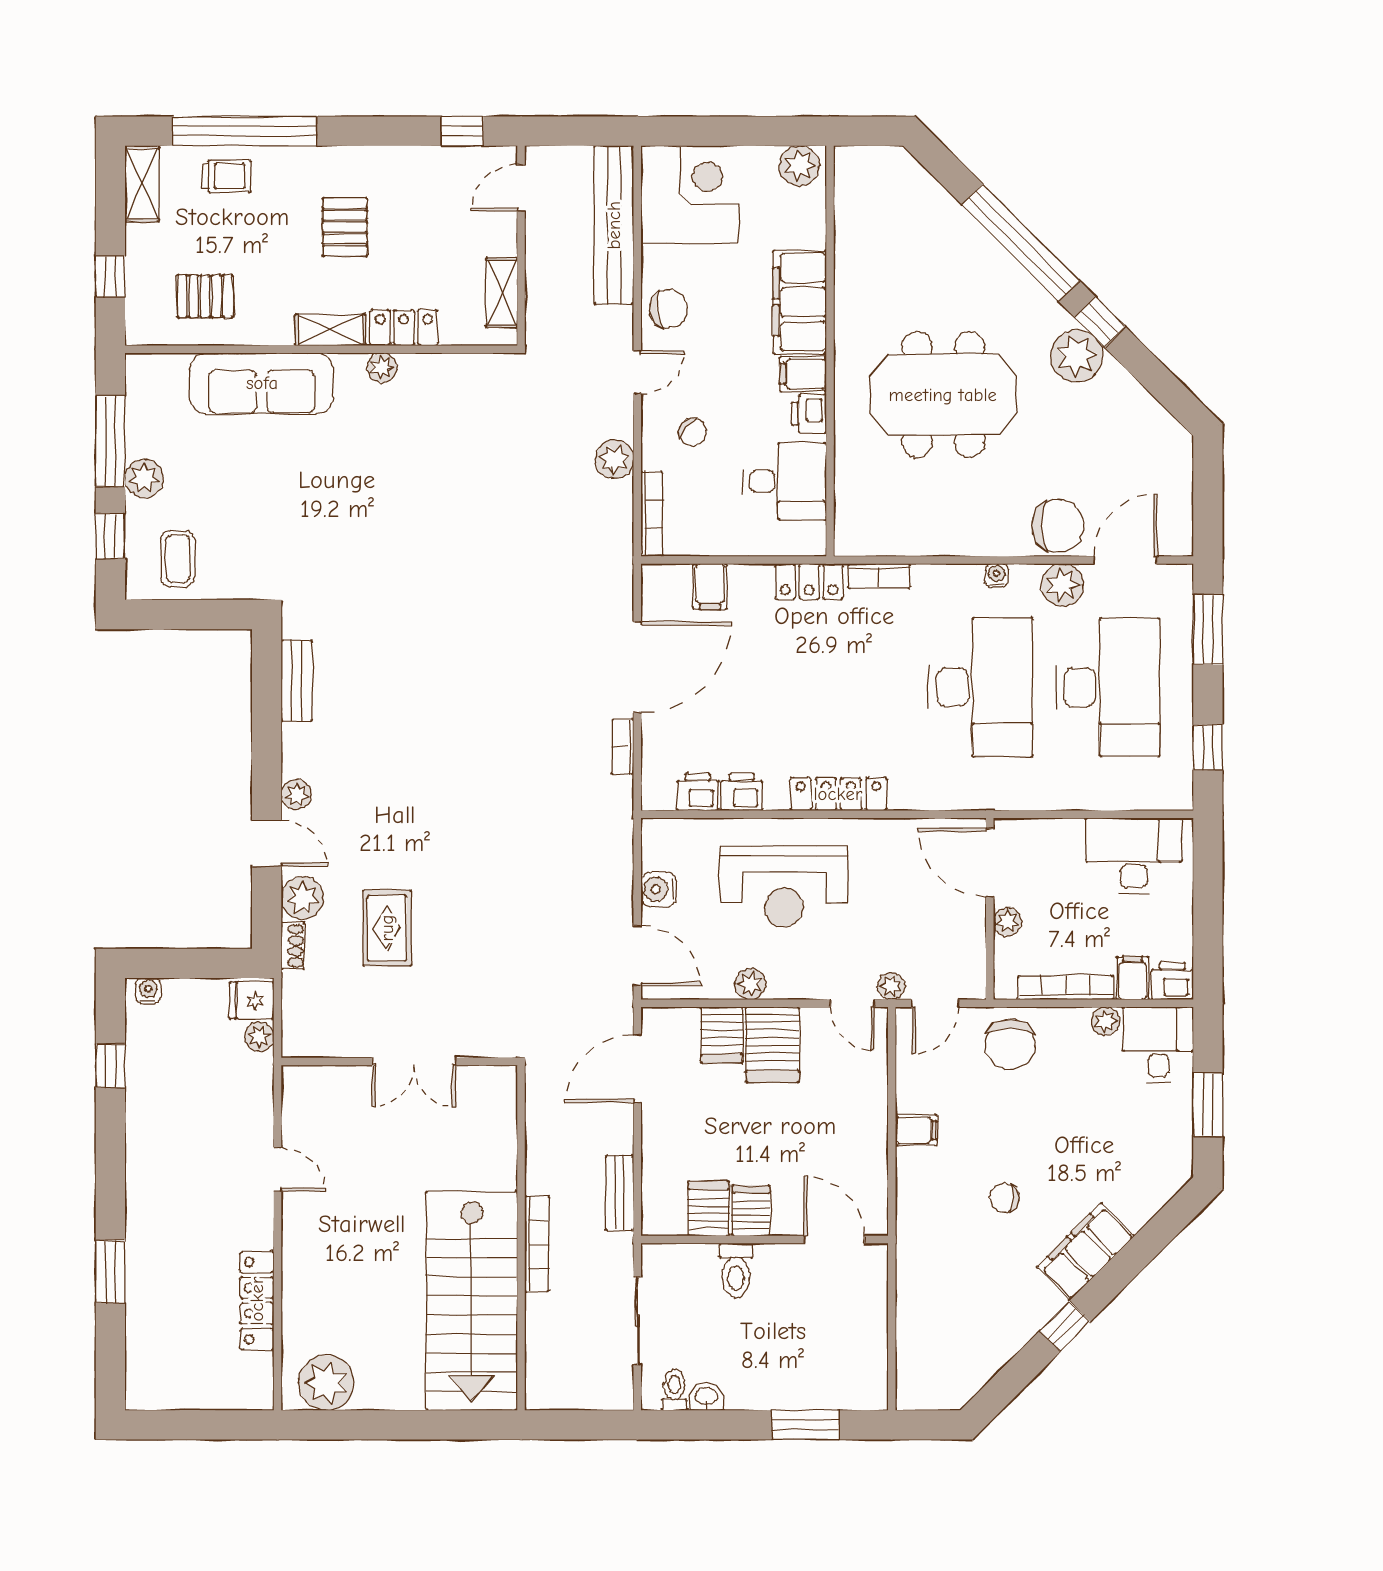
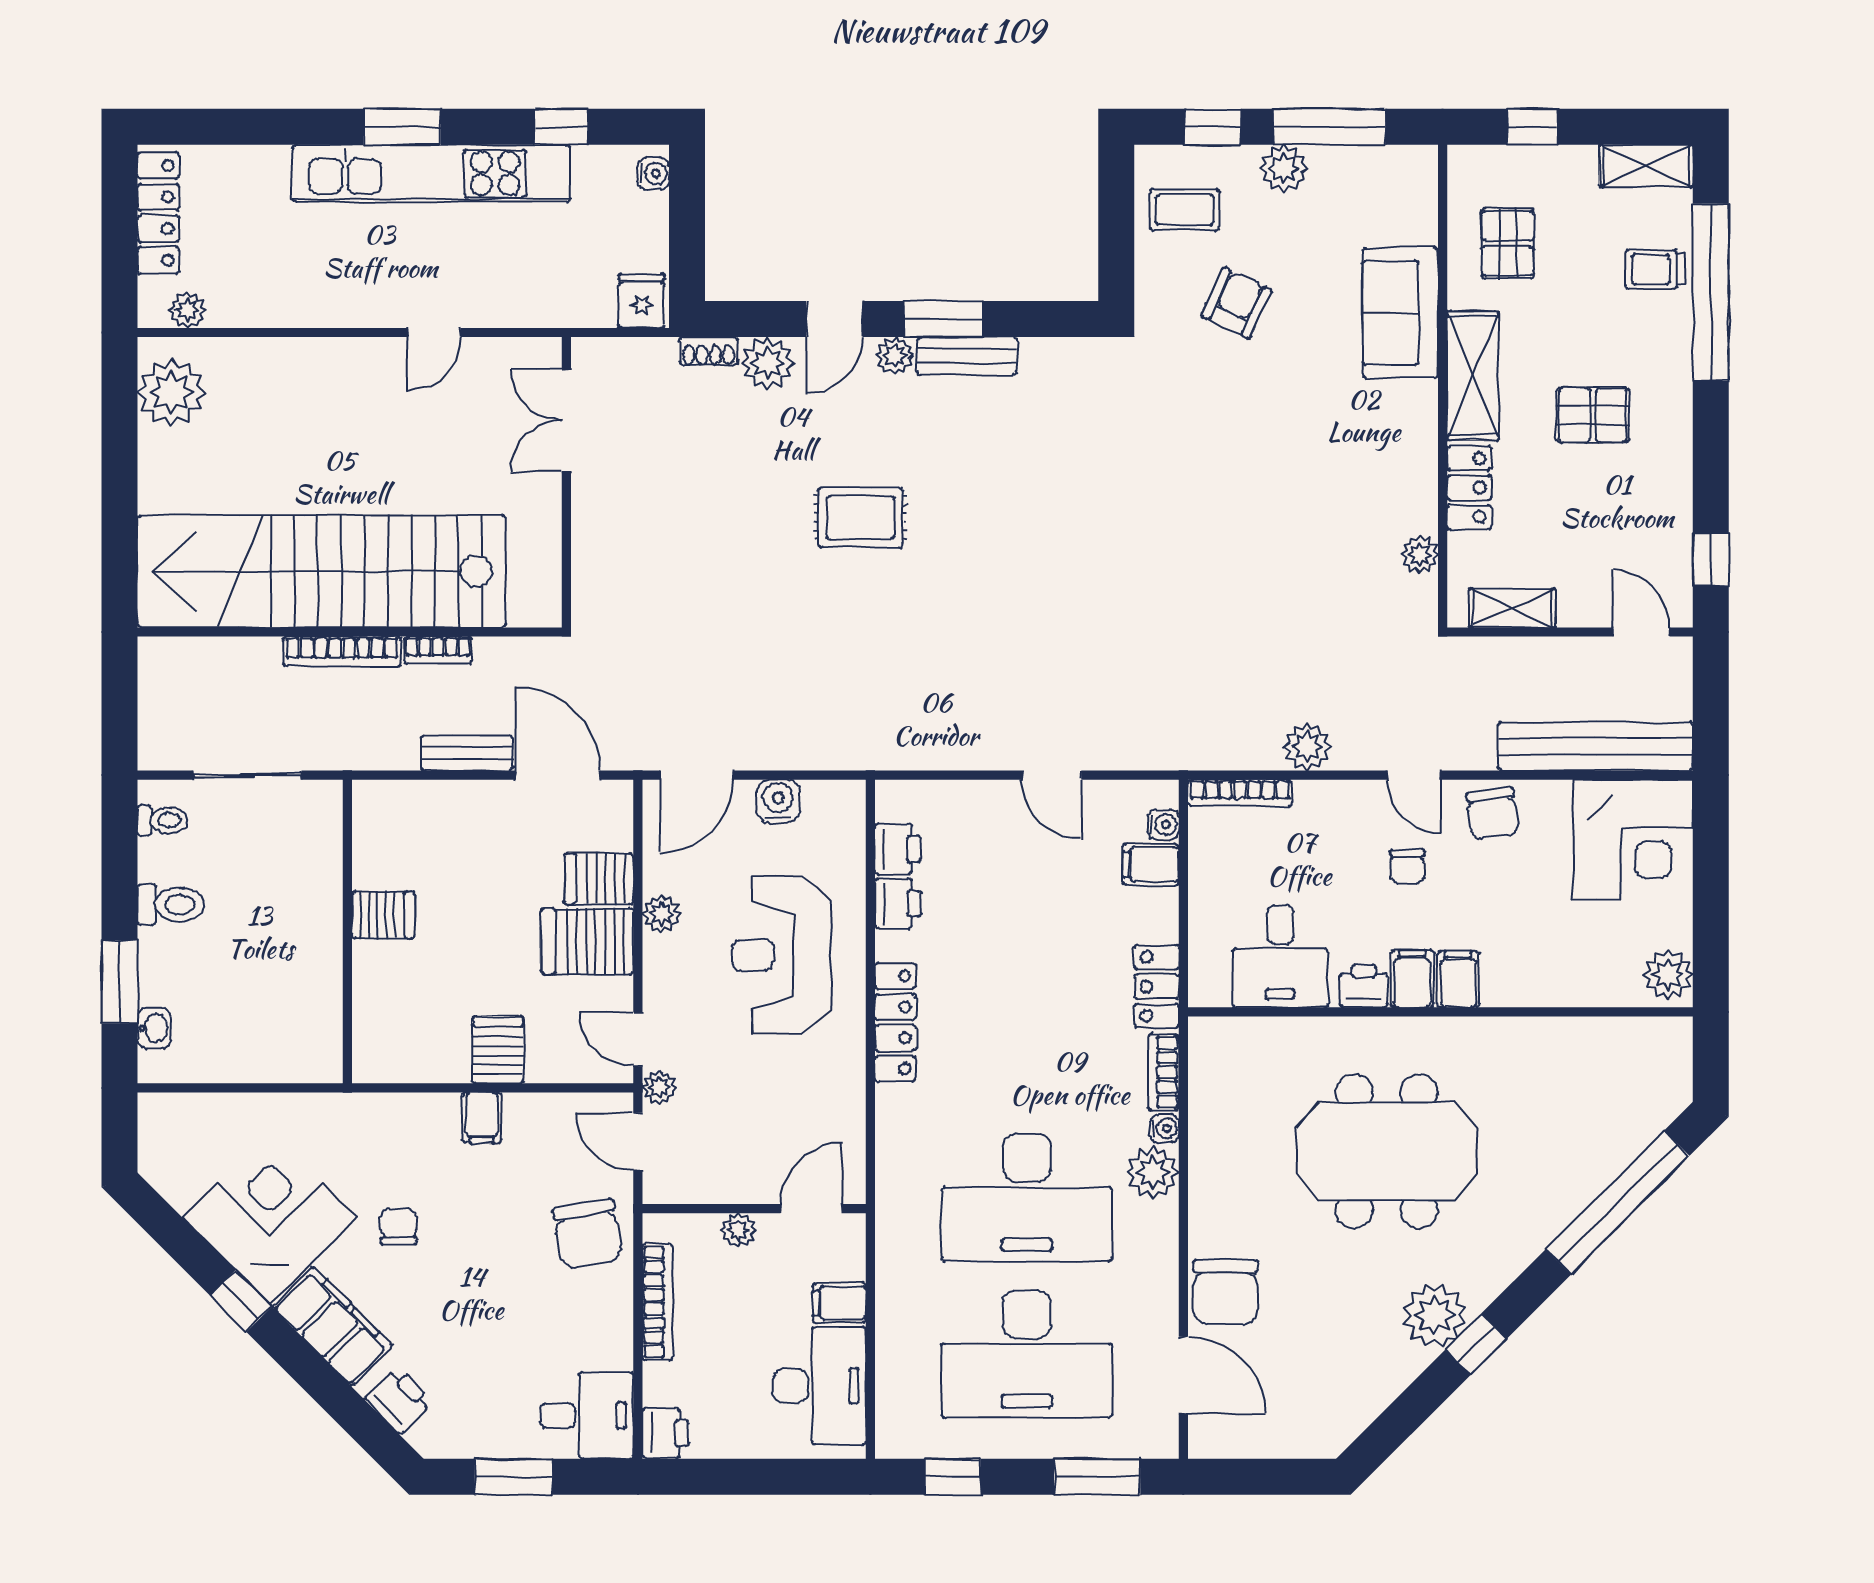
trolley: (226, 176) -> (1655, 269), turned 90
window: (1021, 243) -> (1618, 1203), moved
filing cabinet: (800, 302) -> (1458, 979), width x0.33, depth x0.86
shelving: (330, 330) -> (1473, 376), width x1.50, depth x1.33
plant: (382, 368) -> (1420, 555), moved
sofa: (262, 383) -> (1400, 313), width x0.73
meeting table: (943, 395) -> (1387, 1151), turned 90
chair: (693, 432) -> (1407, 866), moved, turned -40
armchair: (253, 517) -> (1236, 303), added
water cooler: (997, 575) -> (1164, 1128), moved
water cooler: (677, 576) -> (1163, 824), added
plant: (1062, 585) -> (1153, 1172), moved
door: (637, 667) -> (1052, 775), width x0.53
bench: (297, 680) -> (967, 356), moved
bookcase: (623, 747) -> (438, 650), moved, turned 180
window: (267, 755) -> (943, 319), added
door: (990, 863) -> (811, 1209), width x0.73
rug: (387, 928) -> (860, 517), moved
filing cabinet: (1133, 978) -> (839, 1303), moved, turned 180
door: (852, 1003) -> (638, 1039), hinge flipped
plant: (1106, 1021) -> (616, 1351), removed
plant: (259, 1037) -> (187, 310), moved
chair: (1010, 1044) -> (588, 1234), turned -100
double door: (414, 1061) -> (566, 420), moved
kitchen unit: (148, 1171) -> (431, 173), added
bench: (619, 1193) -> (467, 753), moved
printer: (1146, 1198) -> (399, 1400), added
server rack: (708, 1209) -> (498, 1050), moved, turned -90
door: (834, 1240) -> (347, 1017), removed
toilet: (736, 1270) -> (171, 905), moved, turned 180
window: (110, 1272) -> (402, 127), moved
locker: (257, 1301) -> (158, 213), moved, turned 90
stairs: (472, 1301) -> (321, 571), width x1.36
corner desk: (997, 1303) -> (270, 1218), added
washbasin: (706, 1397) -> (154, 1028), moved

